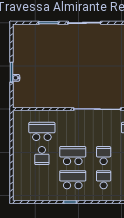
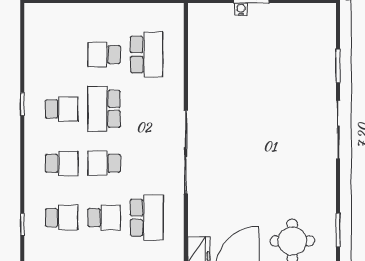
school desk: (73, 156) -> (104, 109), turned 180
school desk: (104, 156) -> (104, 163), turned 180
school desk: (73, 180) -> (62, 109), width x0.54

